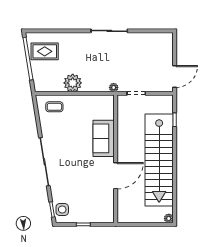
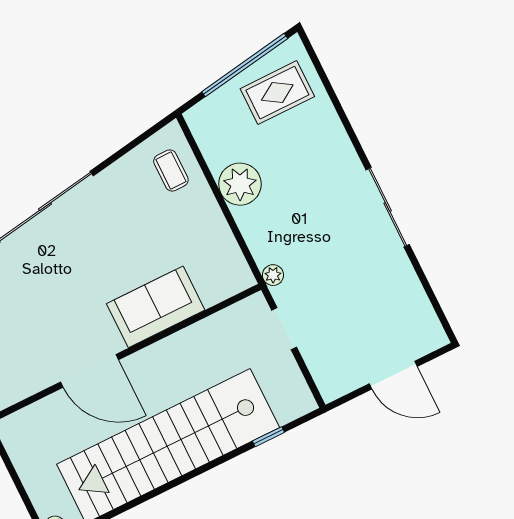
rug: (45, 51) -> (277, 93), turned 90
door: (175, 77) -> (393, 375), moved

